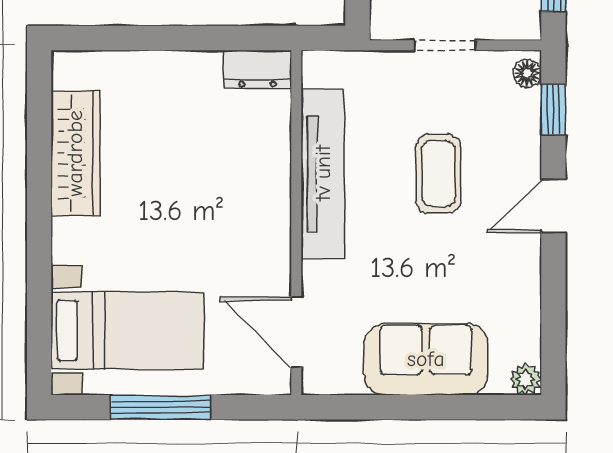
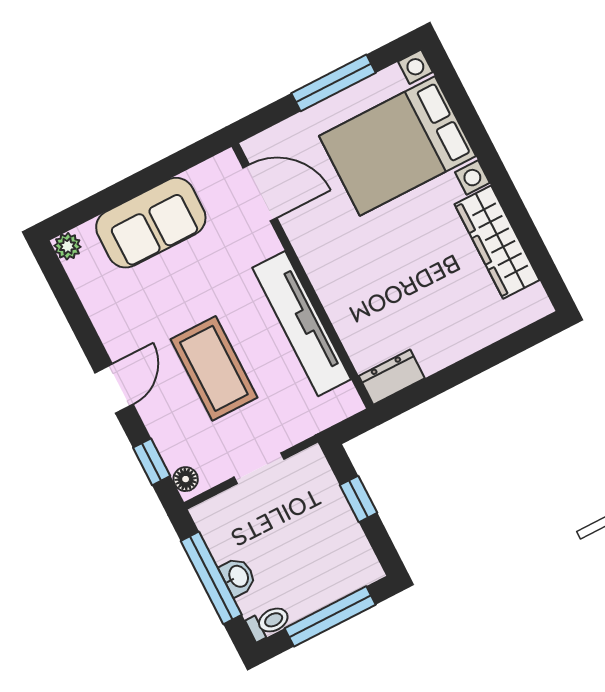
coffee table: (438, 174) -> (214, 368), width x1.36, depth x1.32
bed with nightstands: (128, 330) -> (397, 146), width x1.36

